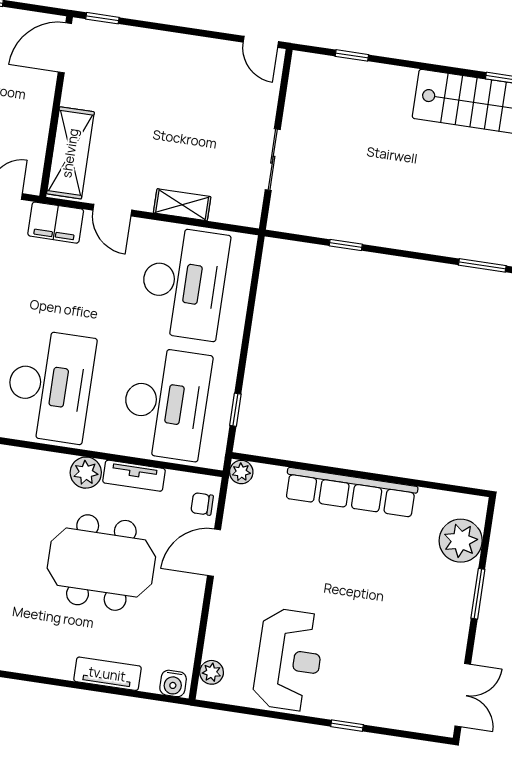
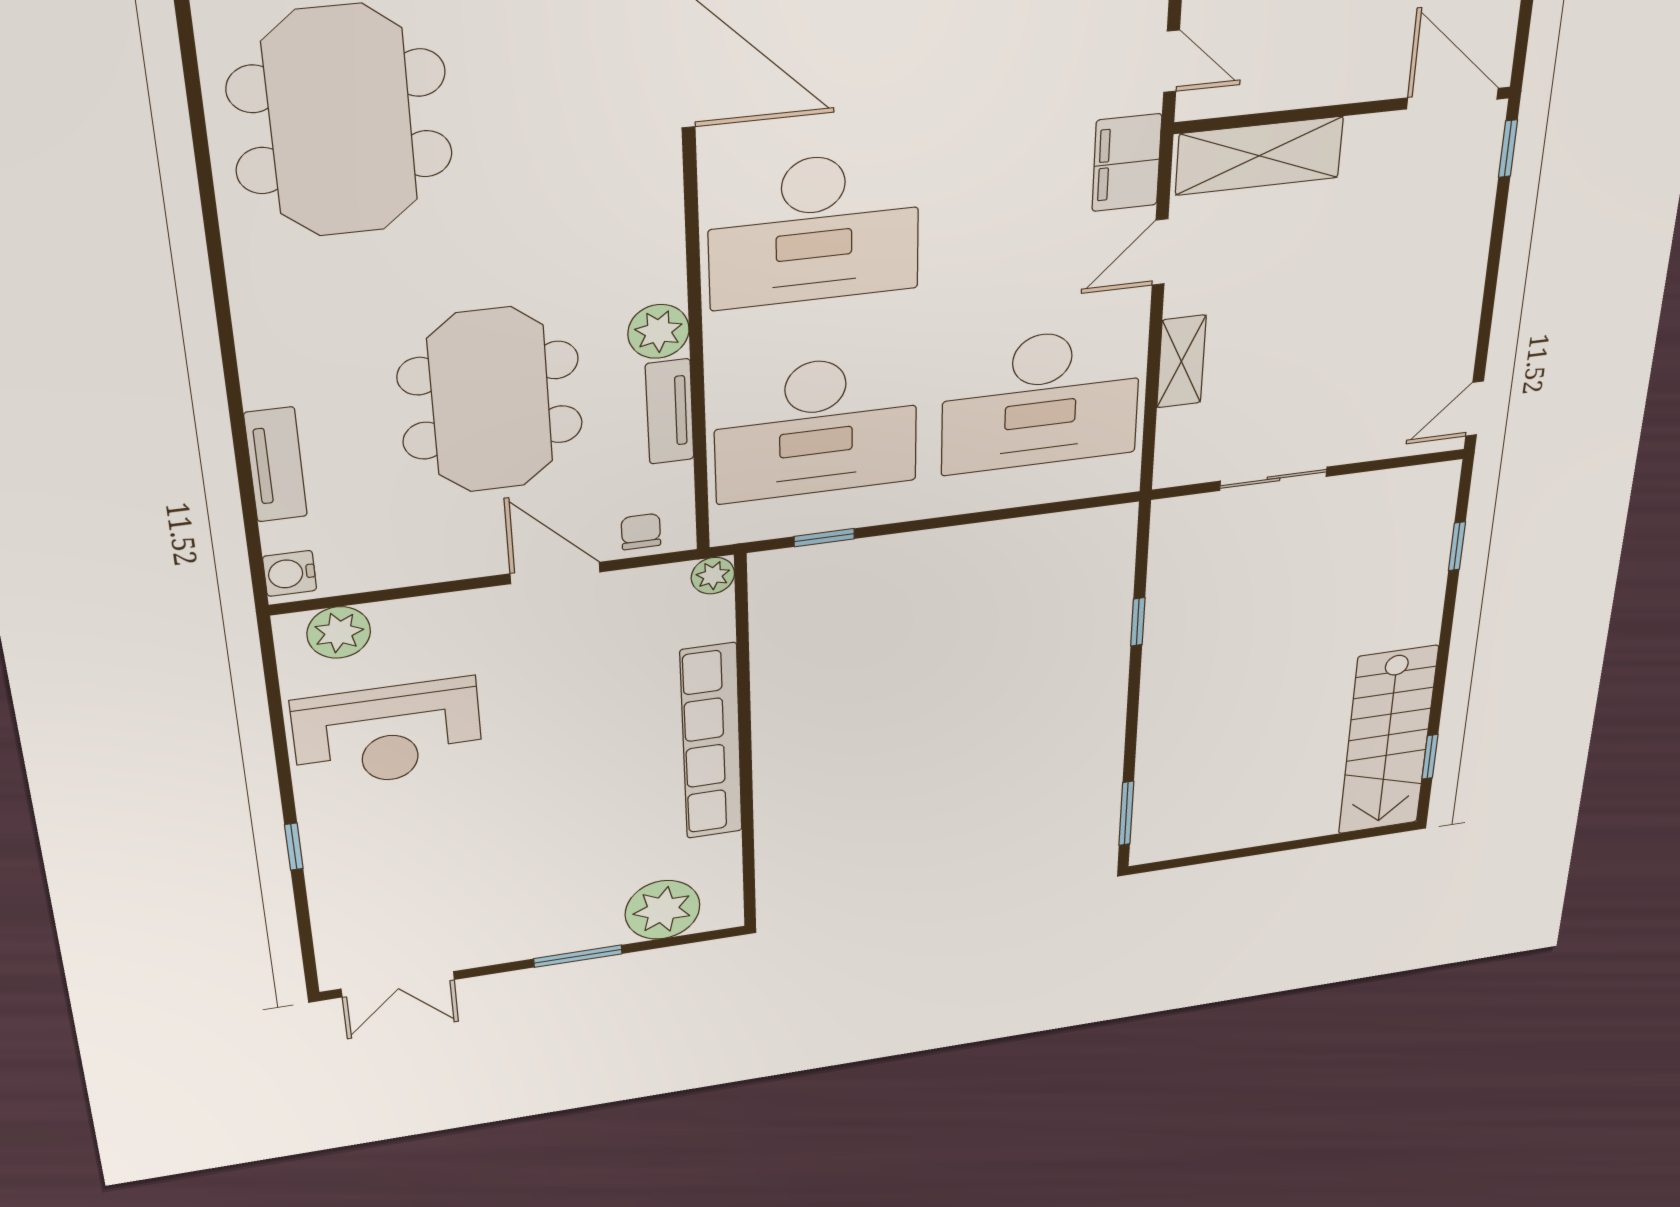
plant: (212, 672) -> (339, 632), width x1.38, depth x1.38

